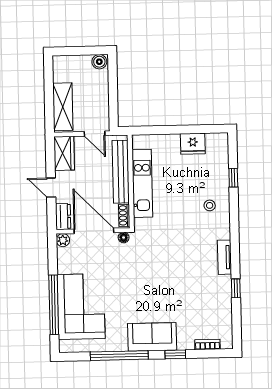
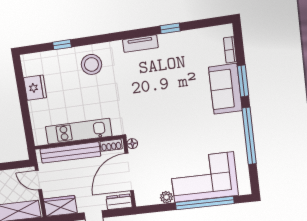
door: (95, 134) -> (38, 180), swing flipped
stool: (210, 205) -> (91, 64), width x1.89, depth x1.89
plant: (63, 240) -> (166, 197), moved
sofa: (152, 337) -> (225, 89), moved
window: (175, 354) -> (243, 81), width x1.50

